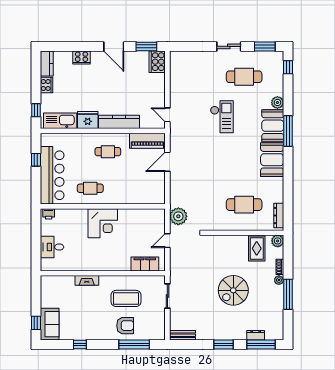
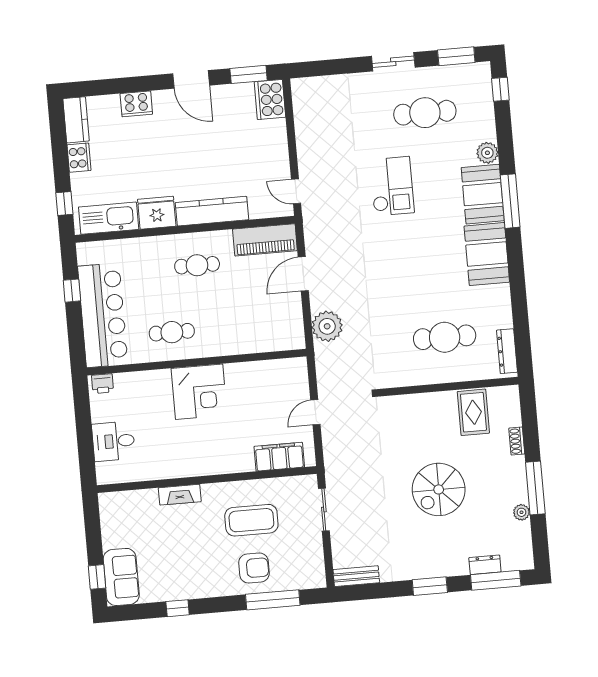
plant: (178, 216) -> (327, 326), moved
plant: (278, 241) -> (509, 396), removed
plant: (279, 280) -> (521, 512), moved

